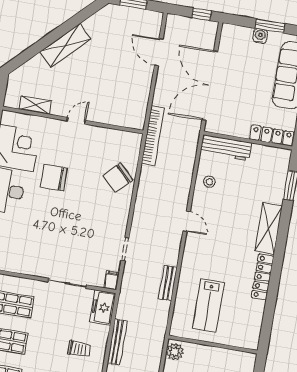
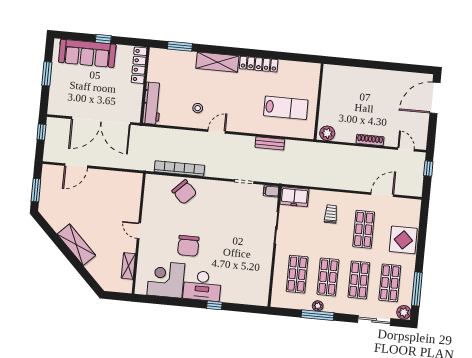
water cooler: (260, 36) -> (56, 81), removed
bookcase: (153, 136) -> (179, 168), moved
stool: (209, 182) -> (198, 108), moved
bench: (117, 342) -> (322, 182), removed

